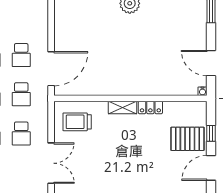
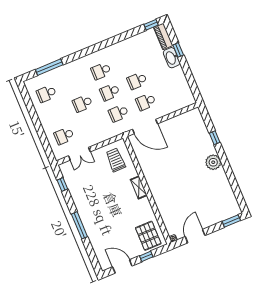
locker: (150, 107) -> (147, 207), removed
school desk: (21, 133) -> (64, 136), moved
pallet: (187, 139) -> (148, 236), moved
double door: (51, 163) -> (79, 154), width x0.73

